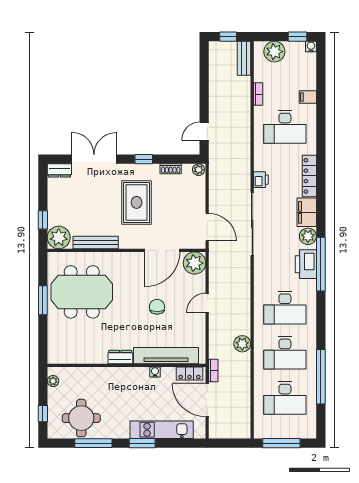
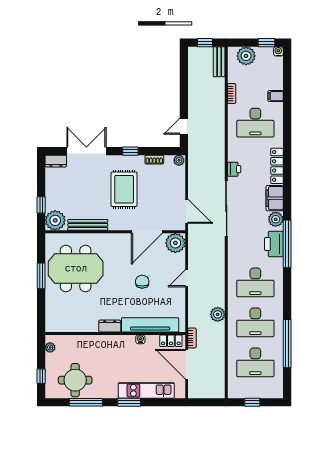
window: (281, 443) -> (252, 402), width x0.46

